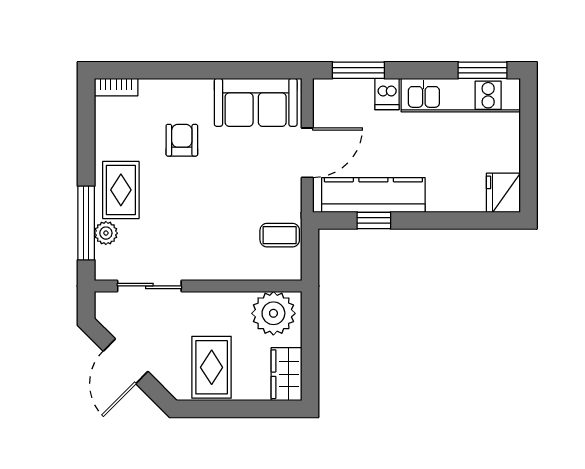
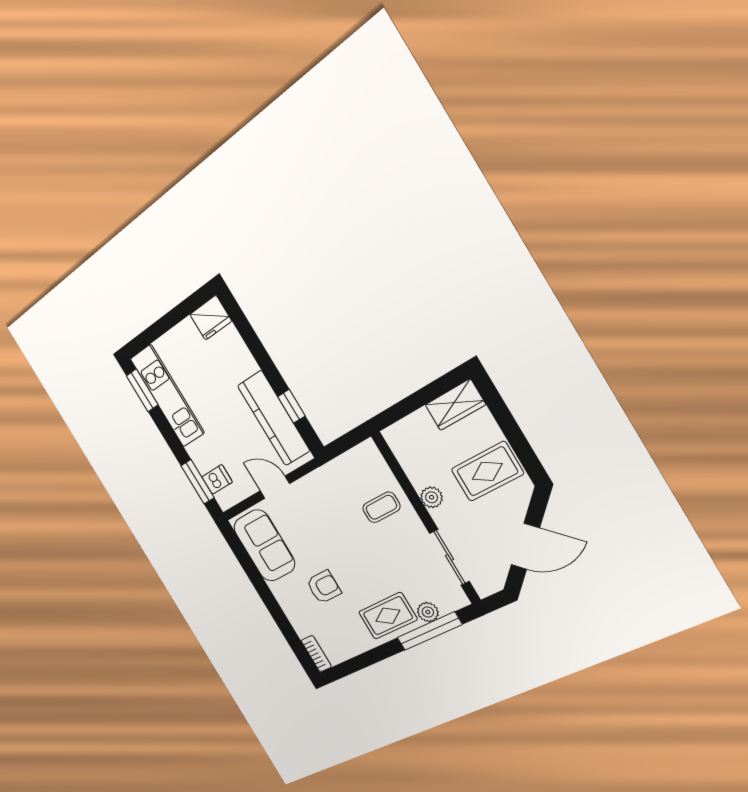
dishwasher: (387, 94) -> (217, 479), moved
armchair: (182, 140) -> (324, 587), turned 180
door: (307, 153) -> (275, 487), width x0.73
coffee table: (280, 235) -> (381, 507), moved, turned 90
plant: (273, 313) -> (432, 497), moved, width x0.53, depth x0.53

